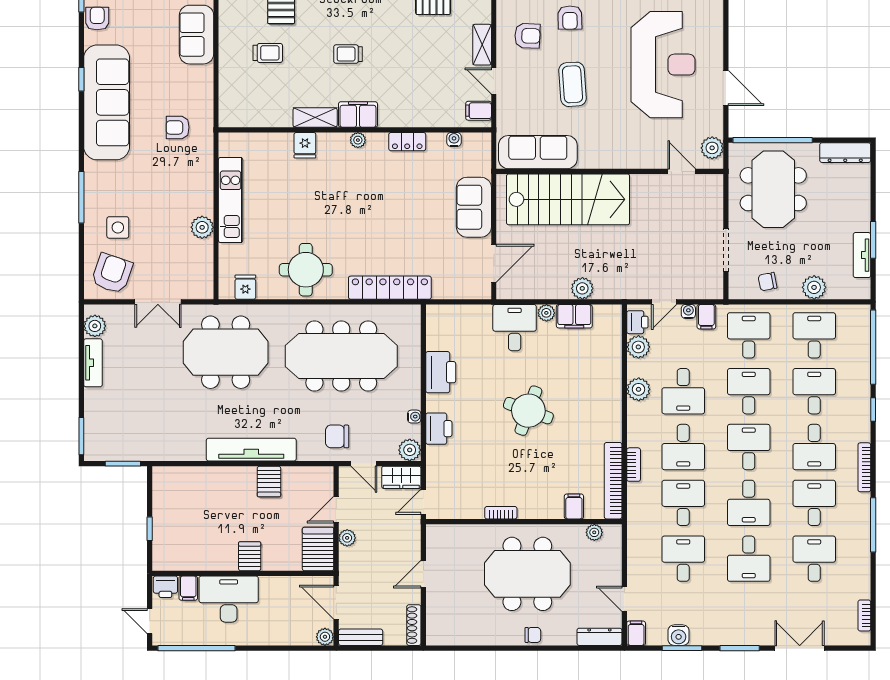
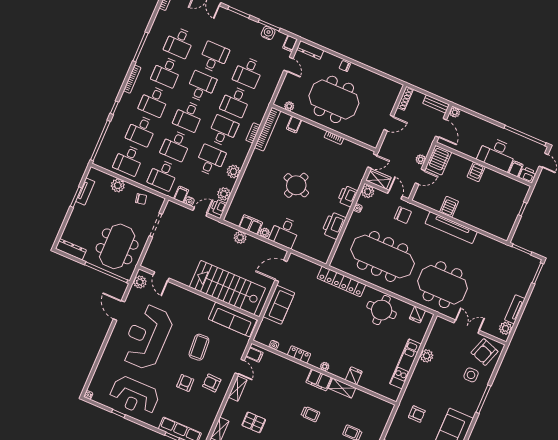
desk: (814, 447) -> (154, 101), turned 180

